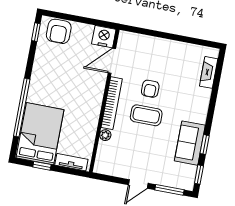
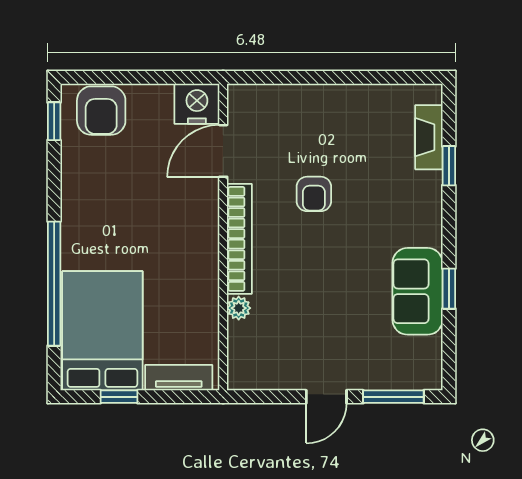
coffee table: (146, 115) -> (316, 251), removed
window: (199, 175) -> (449, 166), moved

